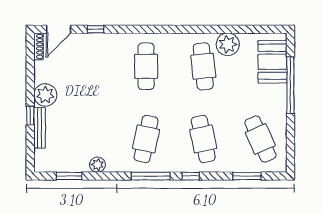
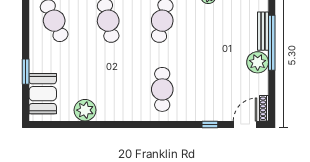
cafe table: (203, 66) -> (108, 89), removed
window: (290, 85) -> (26, 72), width x0.47
window: (30, 116) -> (272, 43), width x3.17

